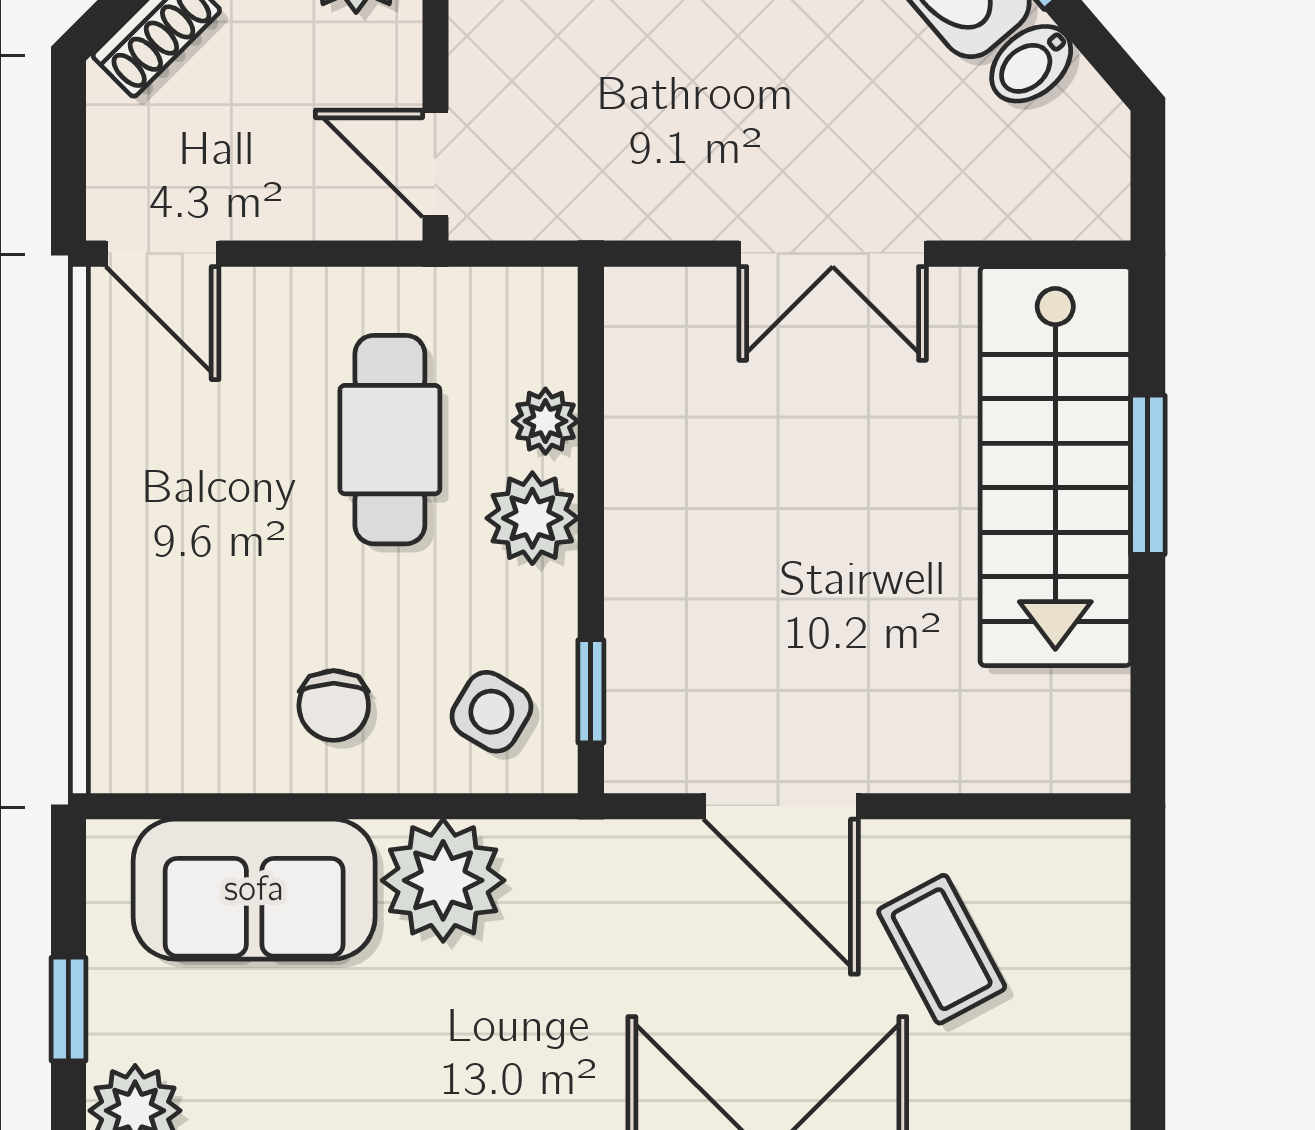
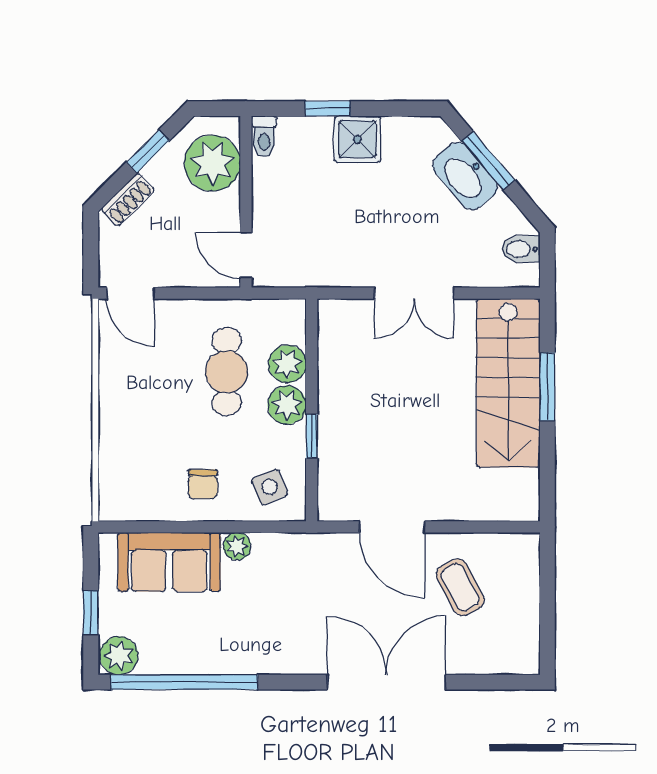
bidet: (1031, 64) -> (521, 249), moved, turned 41
plant: (545, 421) -> (287, 364), width x1.38, depth x1.38
window: (591, 691) -> (312, 436), moved
side table: (491, 712) -> (270, 487), turned 36
plant: (443, 880) -> (237, 546), width x0.53, depth x0.53

